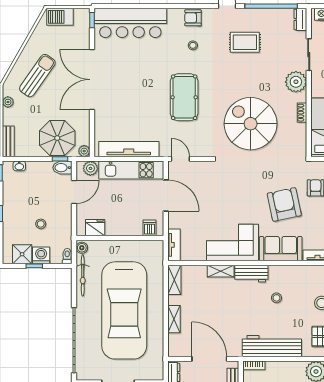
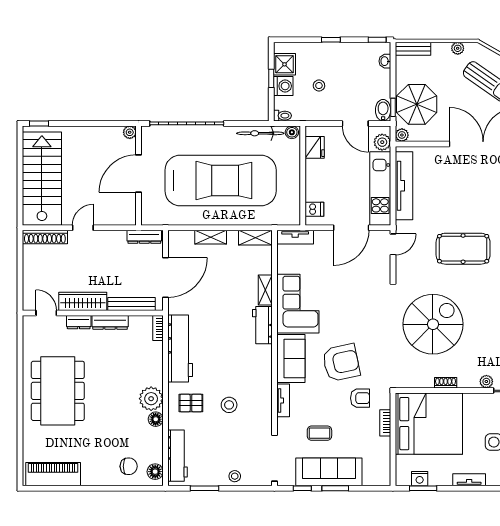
plant: (296, 82) -> (486, 382), width x0.53, depth x0.53
stool: (276, 298) -> (235, 354), removed
car: (124, 310) -> (221, 181), turned 180

